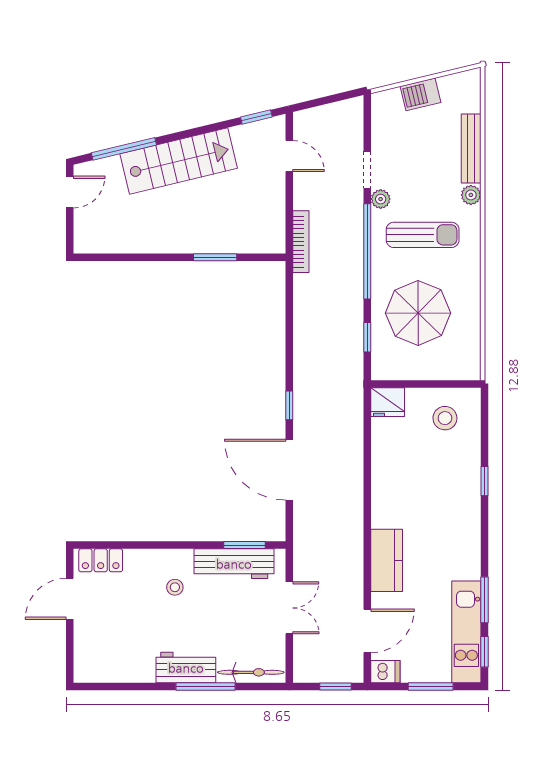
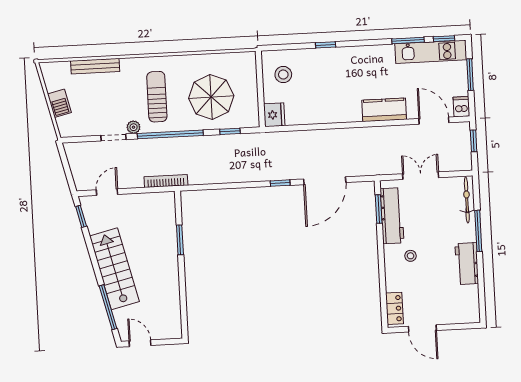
plant: (471, 195) -> (127, 65), removed
workbench: (186, 668) -> (467, 264), moved

